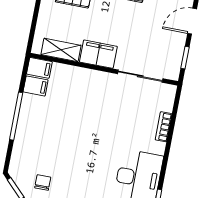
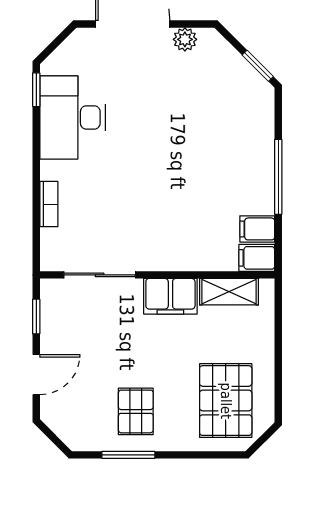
chair: (43, 183) -> (218, 83), removed

